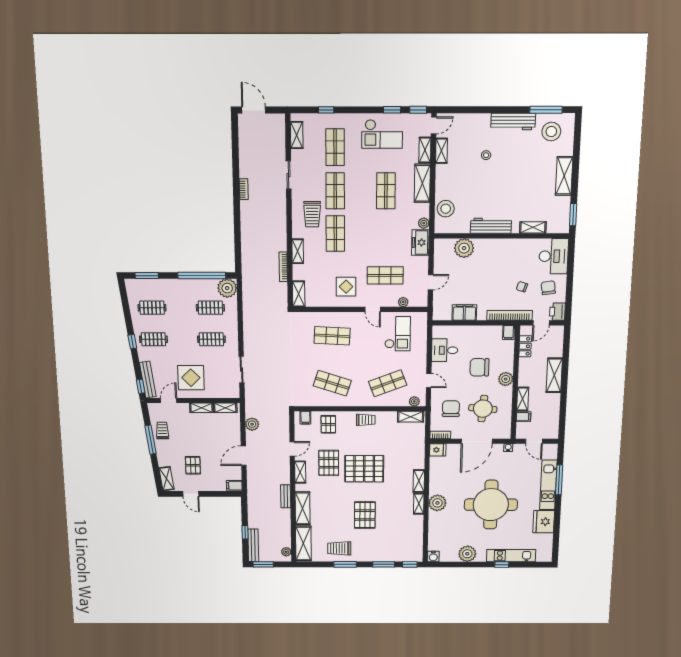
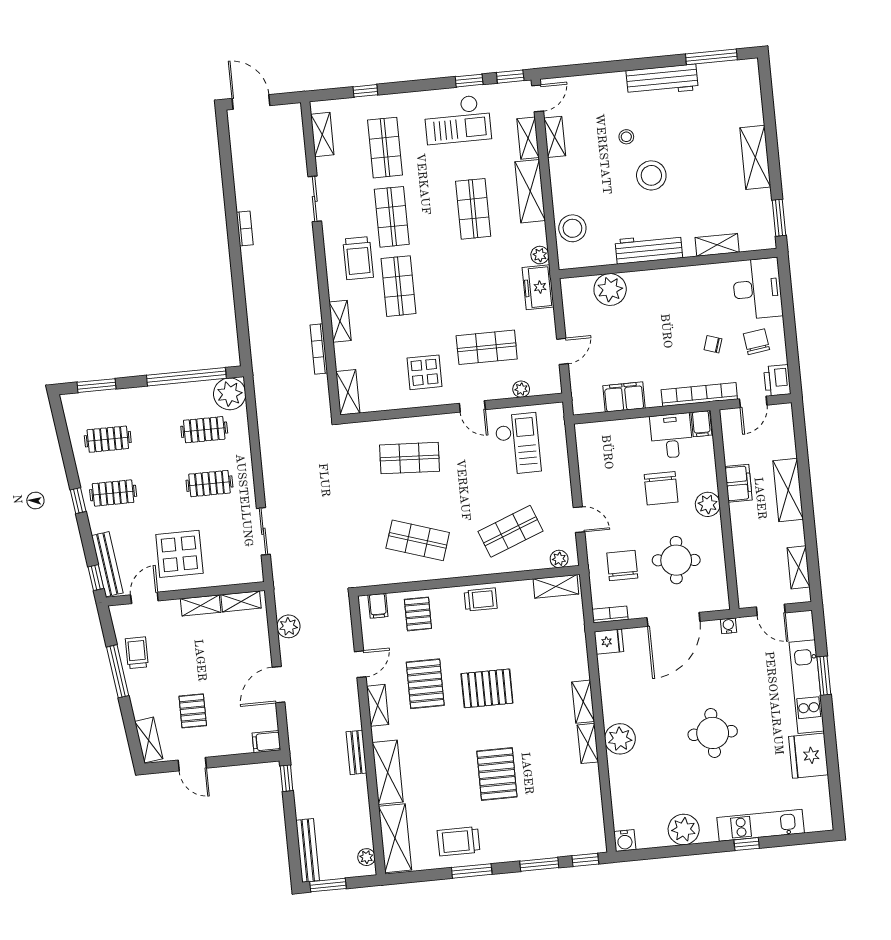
stool: (551, 132) -> (651, 175), moved
locker: (525, 346) -> (732, 444), removed
desk: (445, 350) -> (671, 436), moved, turned 90
chair: (479, 367) -> (661, 488), turned -90
shelving: (523, 399) -> (799, 567), moved
filing cabinet: (523, 417) -> (738, 483), moved, width x2.00
pallet: (364, 469) -> (487, 688), width x0.73, depth x0.71
window: (559, 480) -> (824, 676), width x0.69
round table: (491, 505) -> (713, 733), width x0.54, depth x0.54
window: (245, 532) -> (287, 778), moved

